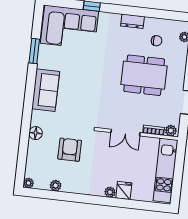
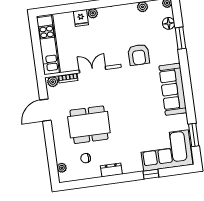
window: (34, 51) -> (194, 135), moved
sofa: (46, 90) -> (173, 89), width x1.36
floor lamp: (36, 133) -> (169, 23), moved
window: (24, 142) -> (180, 38), added
armchair: (70, 150) -> (139, 55), moved

